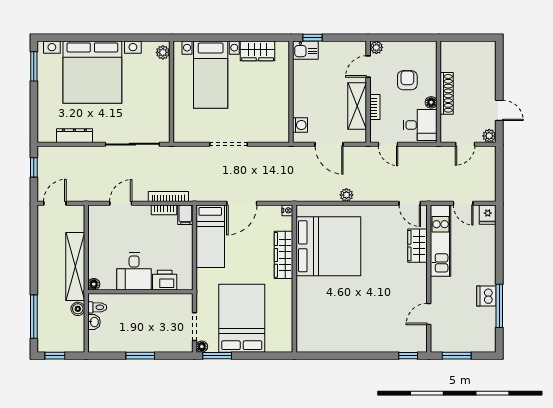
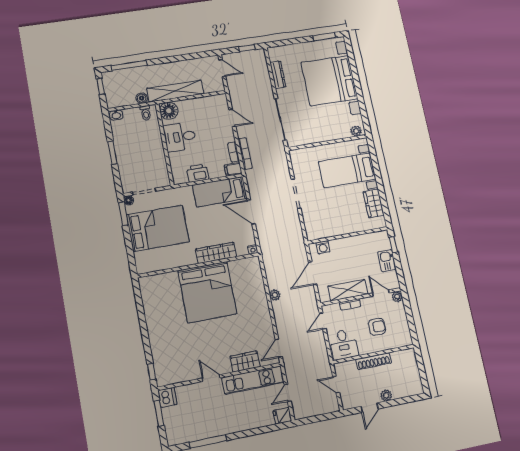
kitchen sink: (305, 50) -> (387, 261), moved
floor lamp: (431, 102) -> (364, 350), removed
plant: (489, 136) -> (386, 395), moved
bed: (328, 246) -> (207, 292), moved
printer: (165, 280) -> (198, 173), moved, turned -90
floor lamp: (94, 284) -> (169, 111), width x1.89, depth x1.89
dishwasher: (486, 296) -> (167, 397), moved, turned 90
door: (429, 314) -> (211, 378), moved
washbasin: (94, 322) -> (116, 115), moved

